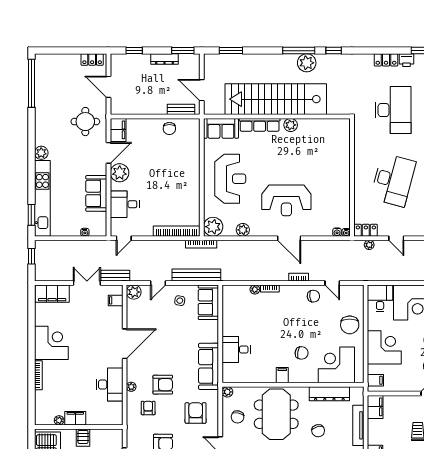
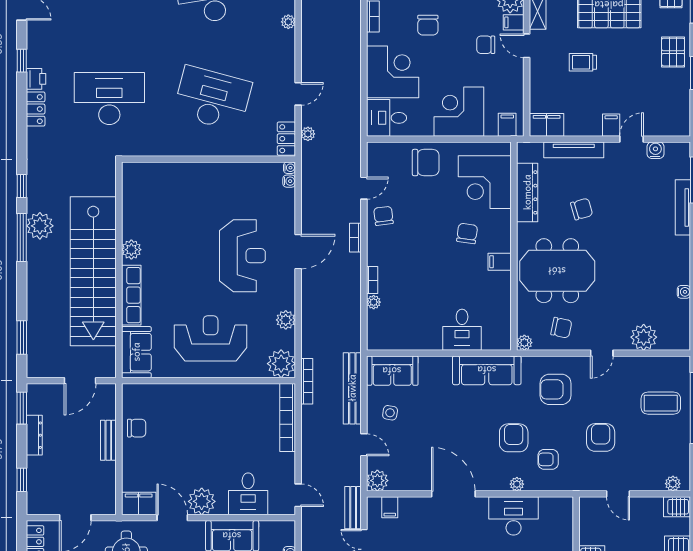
bench: (181, 109) -> (108, 440), moved

